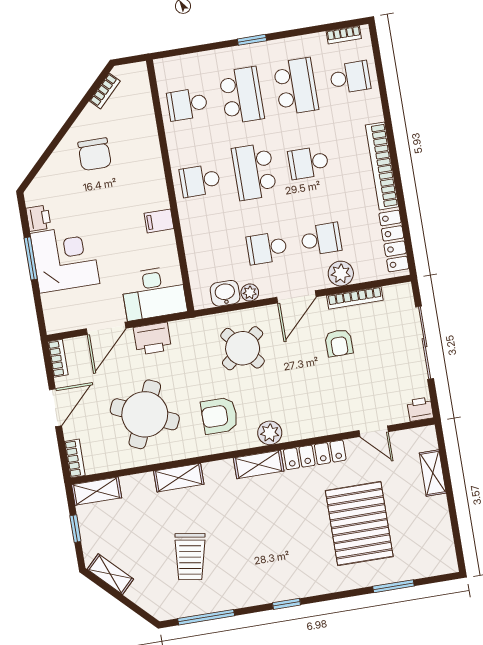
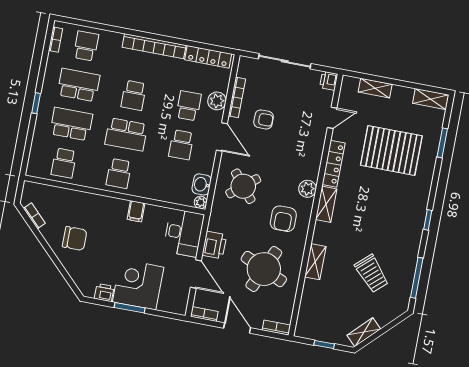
plant: (250, 292) -> (201, 202), moved
shelving: (97, 491) -> (431, 99), moved, turned 90
trolley: (190, 557) -> (372, 274), turned 39

